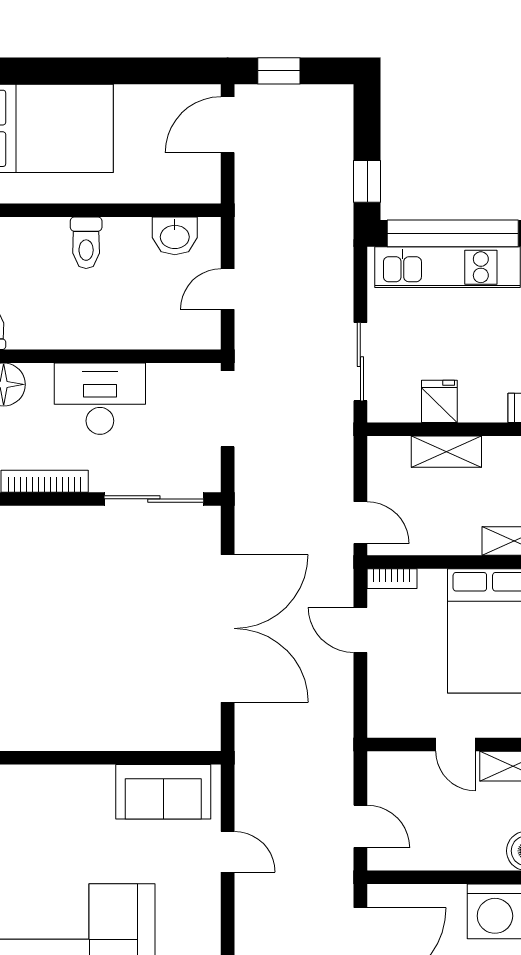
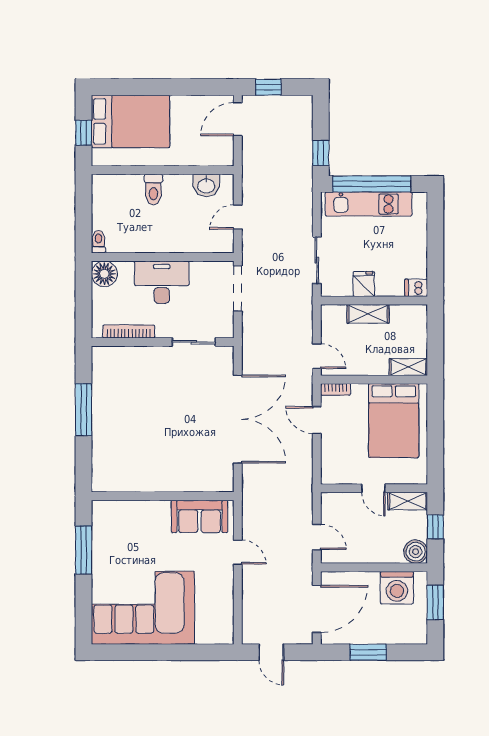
sliding door: (154, 499) -> (194, 342), width x0.73

